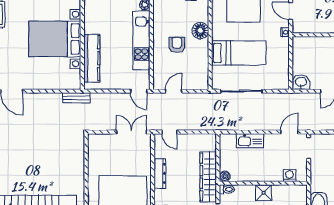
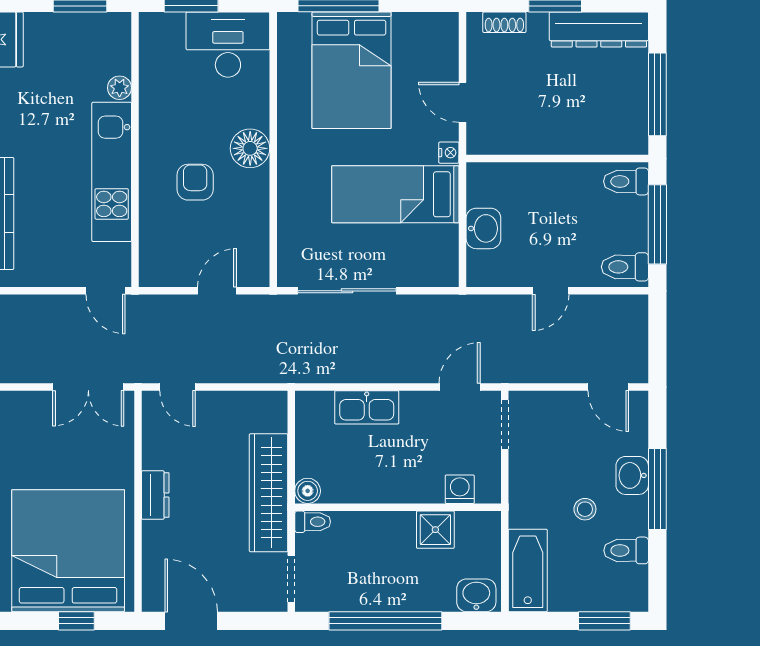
bed: (239, 53) -> (395, 194), moved, turned 180
washbasin: (301, 82) -> (483, 228), moved, turned 90
door: (174, 91) -> (217, 291), moved
double door: (131, 132) -> (88, 387), swing flipped
dresser: (160, 173) -> (155, 495), width x0.70
shower: (264, 193) -> (435, 530), moved

